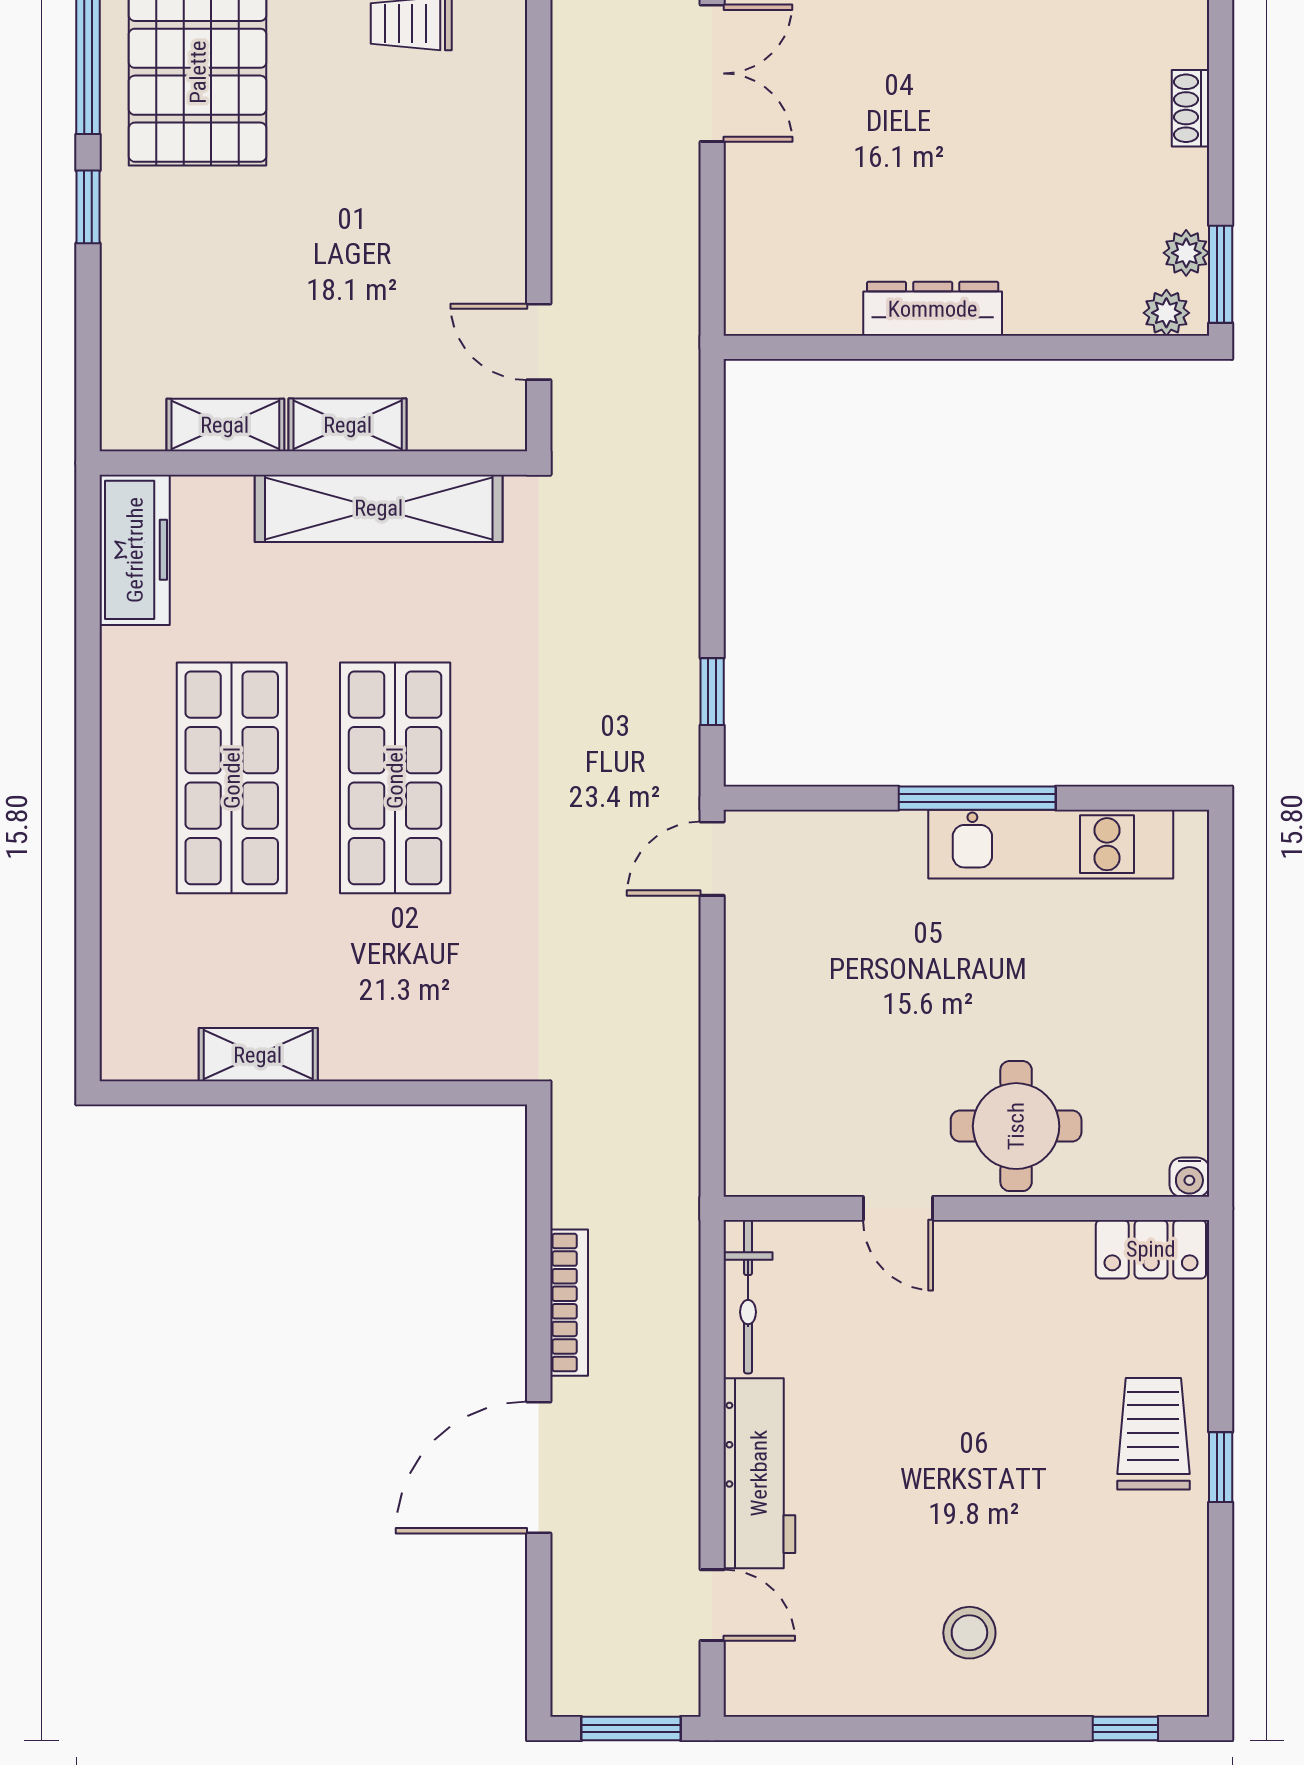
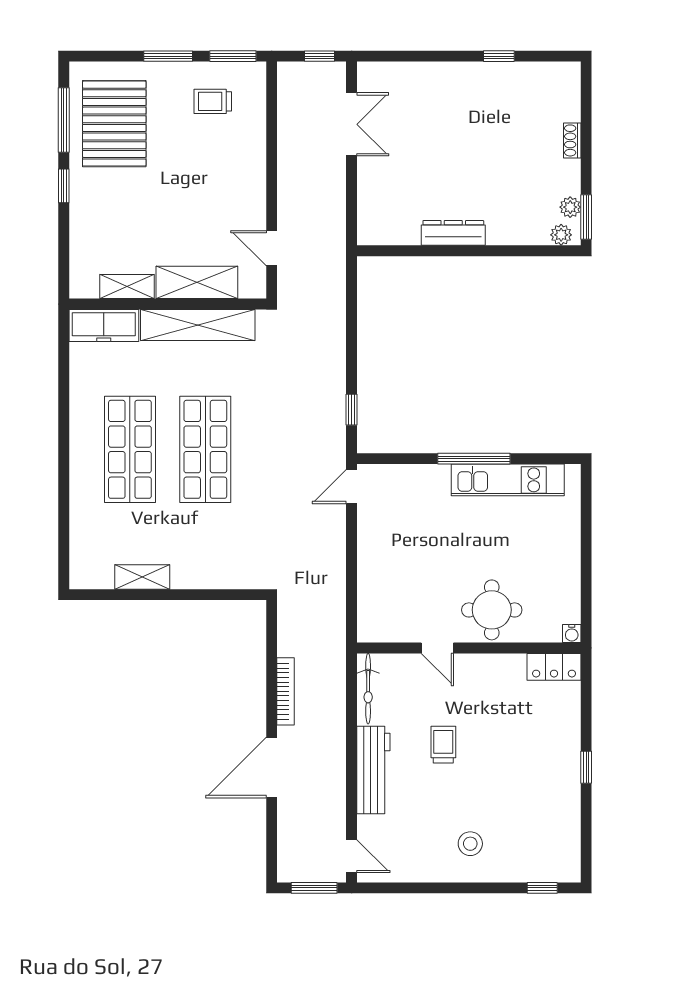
shelving: (348, 425) -> (197, 282), width x1.50, depth x1.33
freezer: (135, 550) -> (104, 326), moved, turned 90
trolley: (1153, 1434) -> (443, 745), moved, width x0.73, depth x0.72
door: (712, 1605) -> (352, 856), moved

